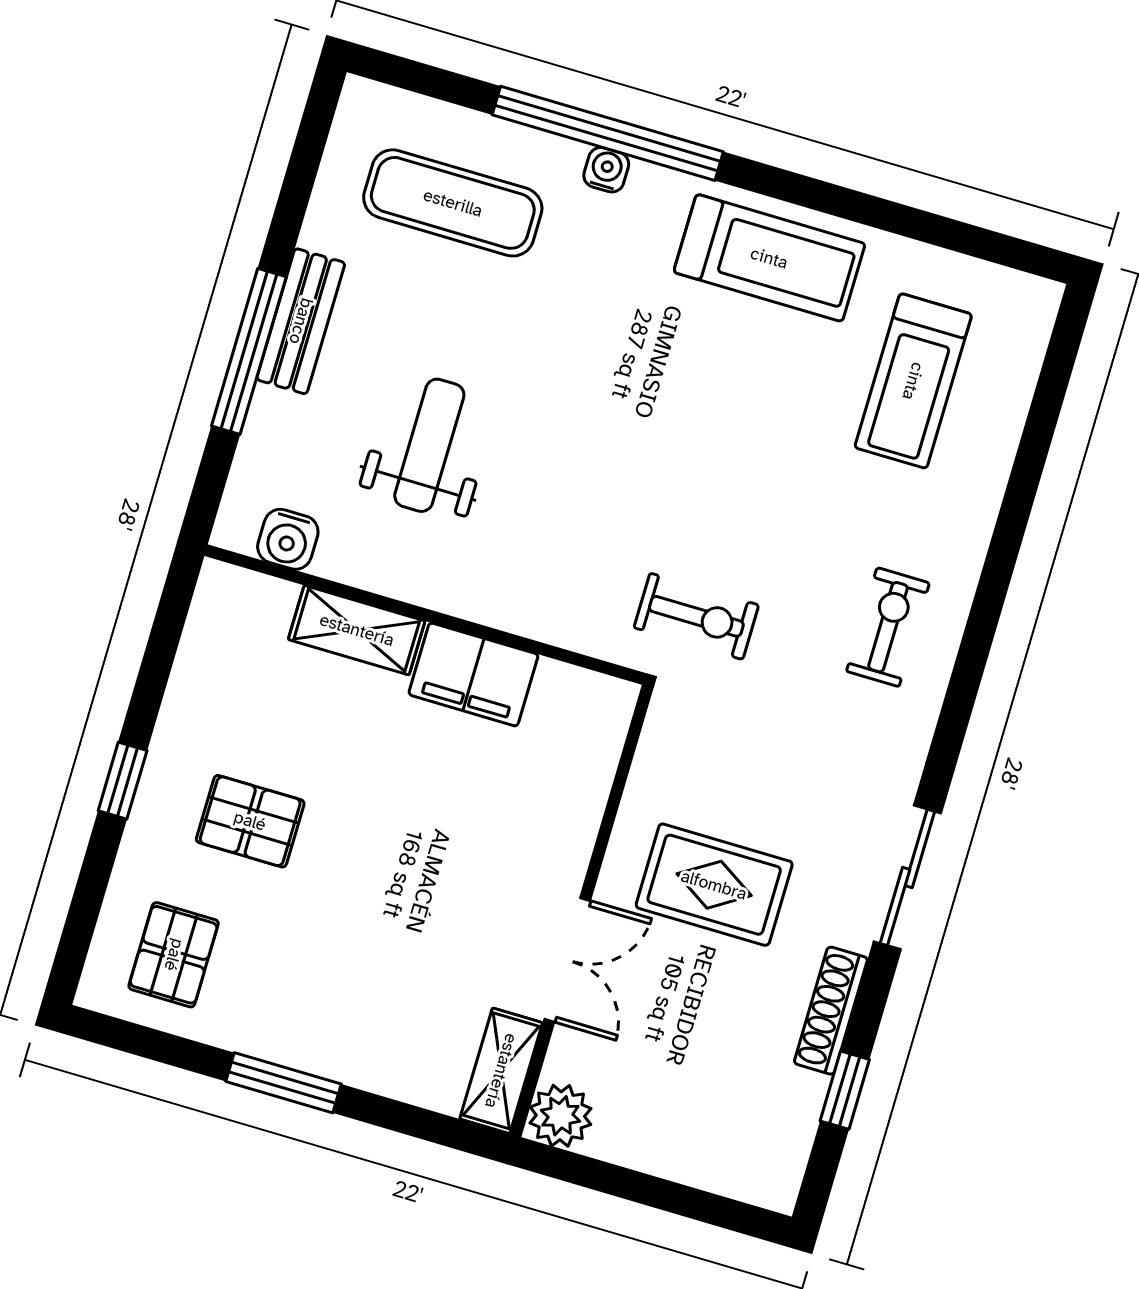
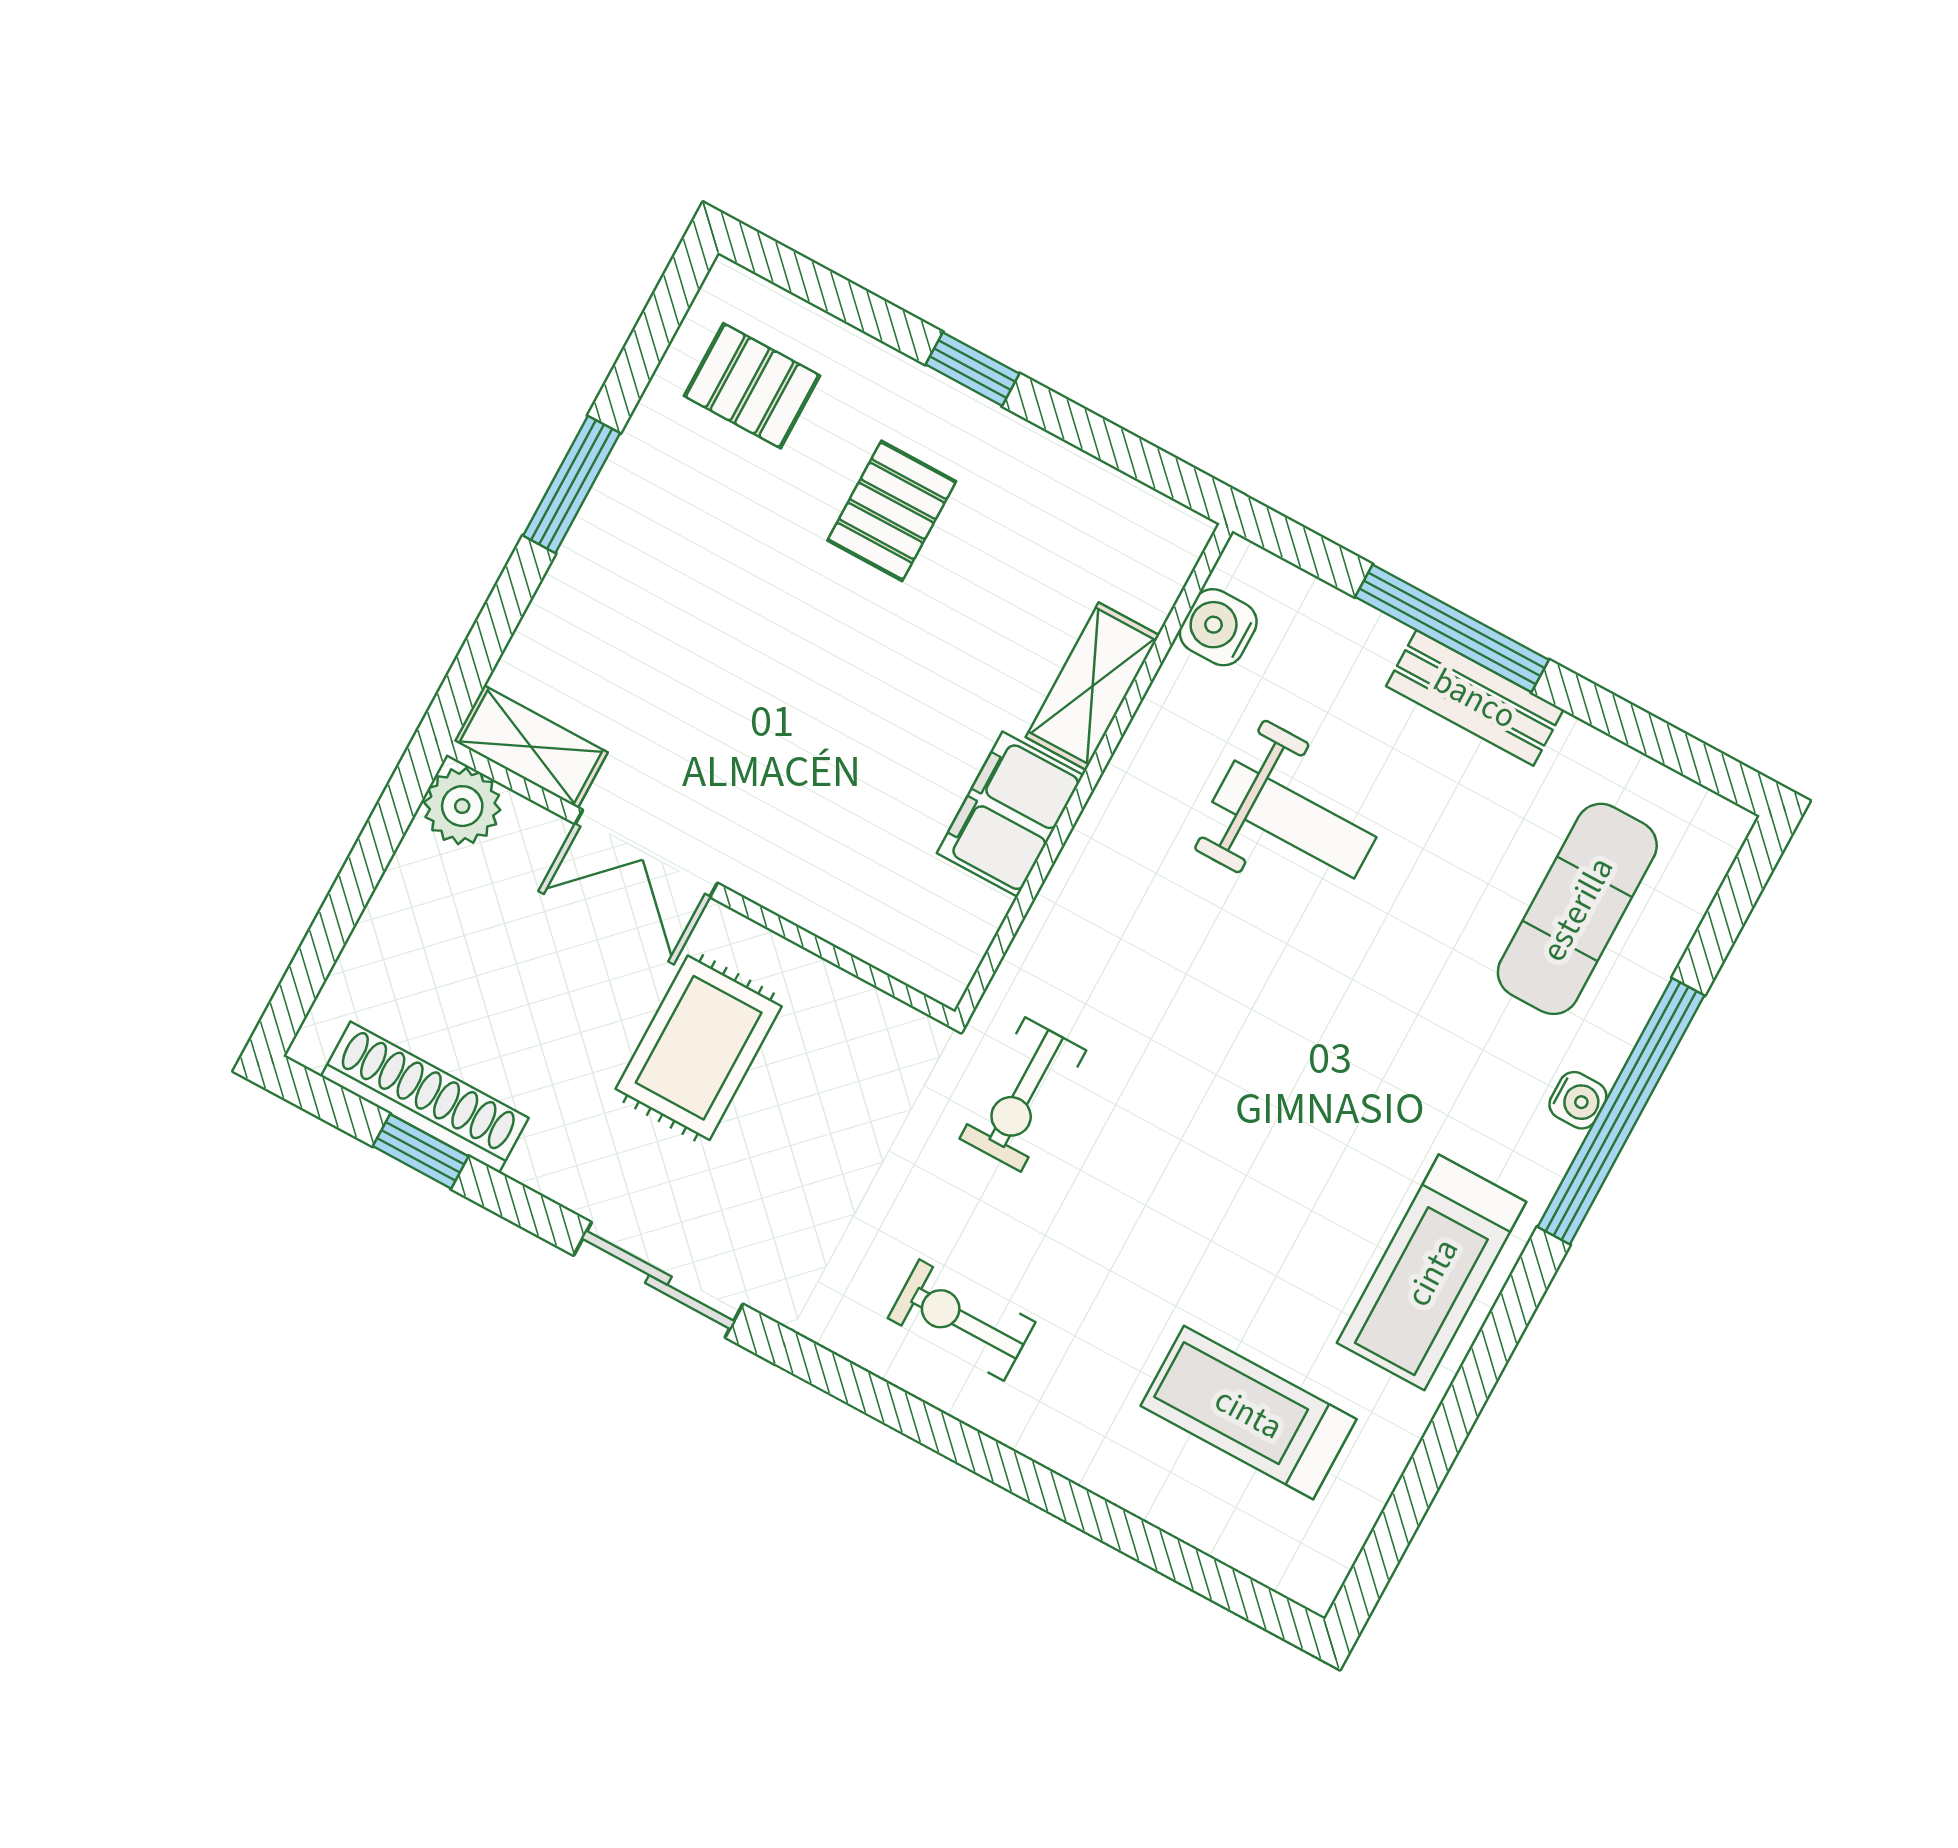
exercise bike: (888, 627) -> (962, 1320), turned 180
shoe rack: (831, 1011) -> (425, 1097), moved, width x1.36, depth x1.24

